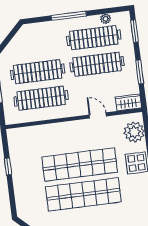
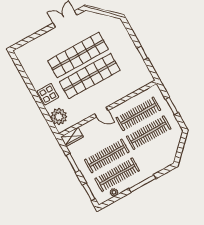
door: (98, 115) -> (101, 112), moved

